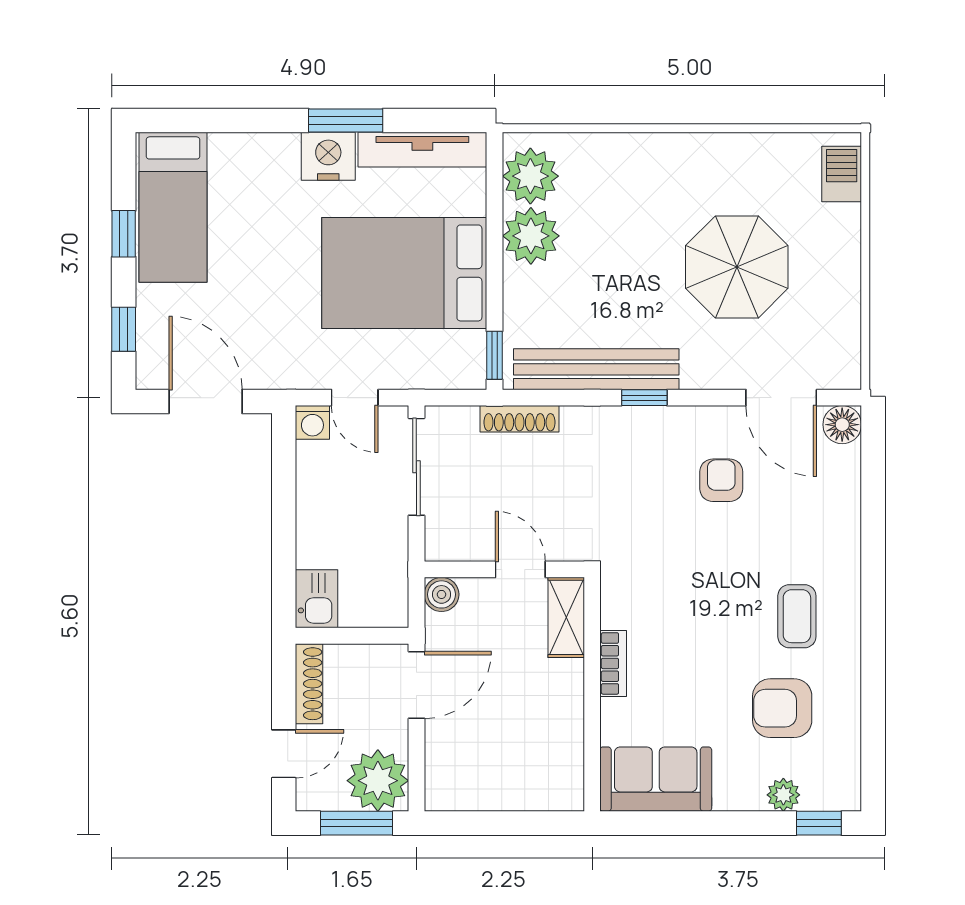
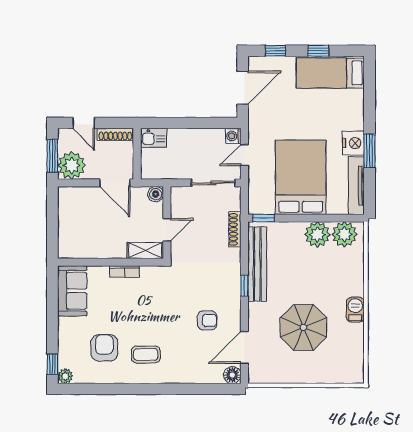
barbecue: (842, 174) -> (355, 310), moved, turned -90
plant: (783, 795) -> (65, 376), moved

